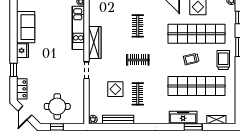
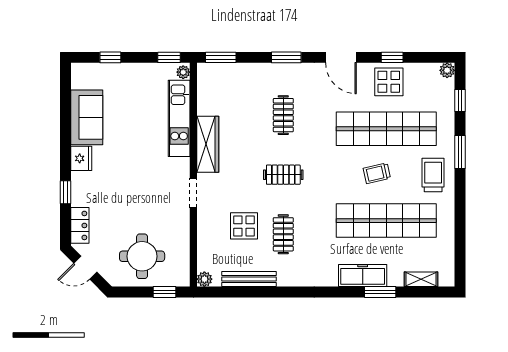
door: (25, 113) -> (85, 268), hinge flipped
window: (57, 127) -> (165, 292), moved

